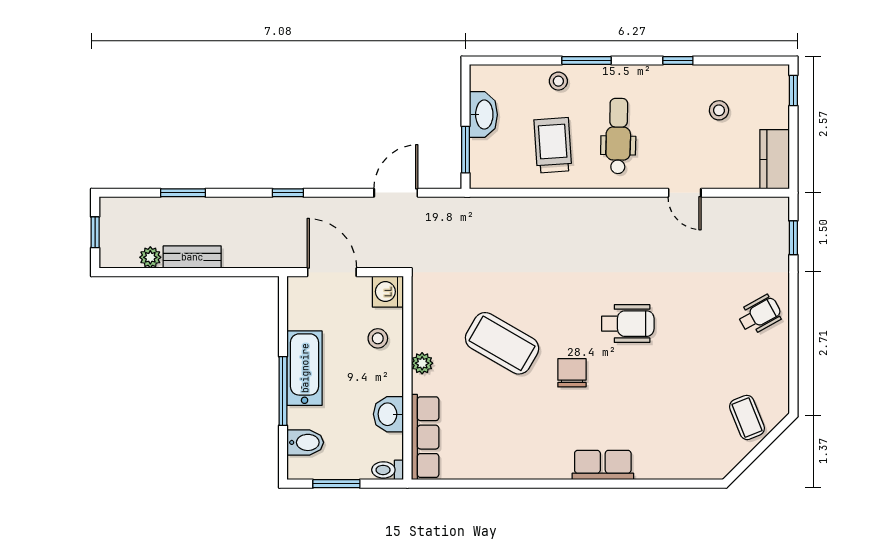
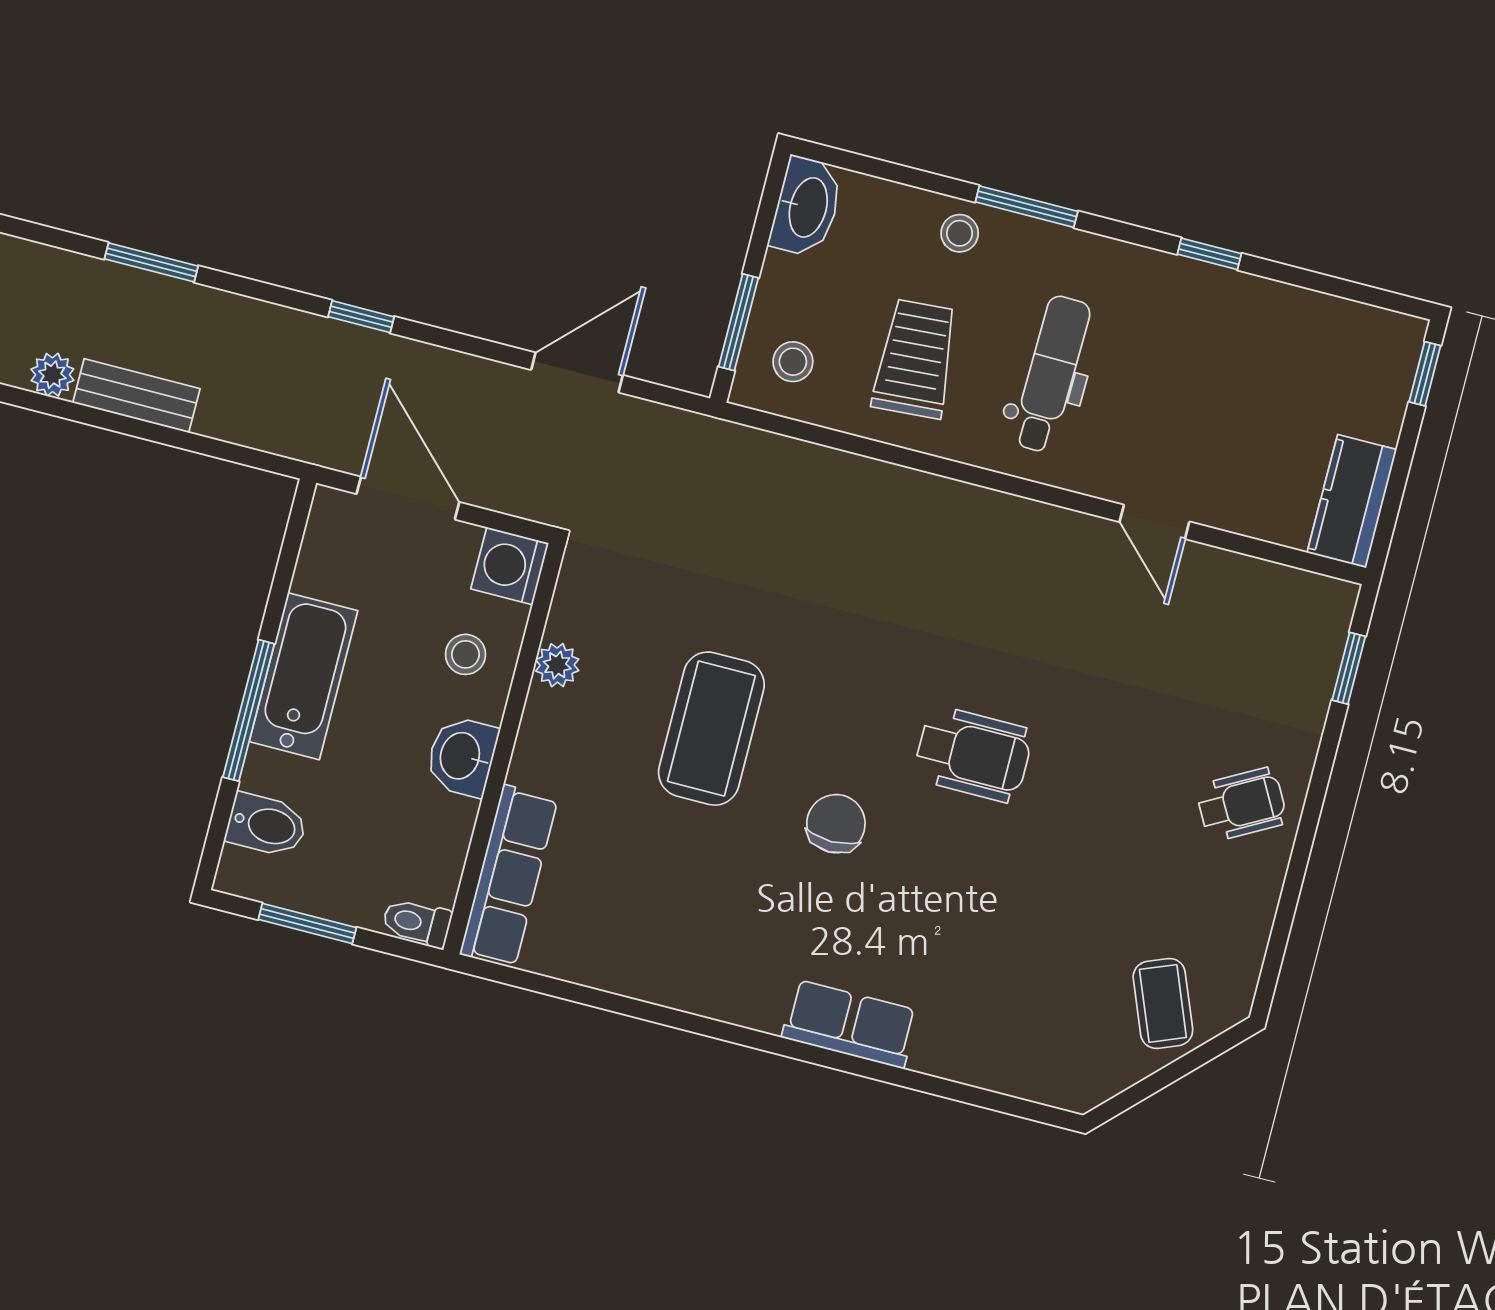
stool: (719, 110) -> (793, 362), moved
washbasin: (483, 115) -> (807, 207), moved
coffee table: (502, 343) -> (711, 729), turned 60
plant: (422, 363) -> (557, 665), moved
washbasin: (388, 414) -> (462, 756), moved

